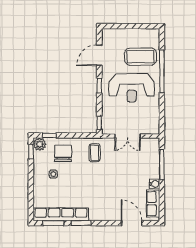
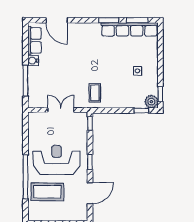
chair: (63, 153) -> (127, 92), removed

